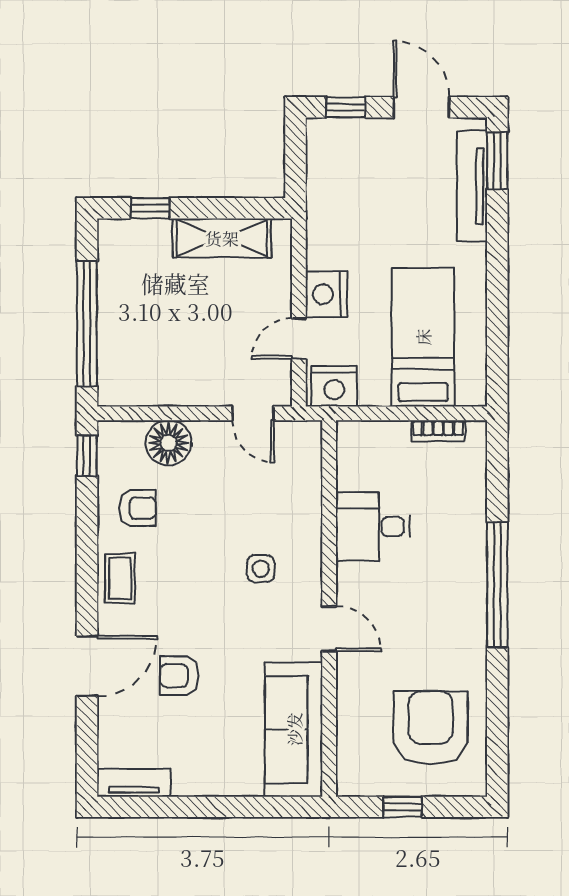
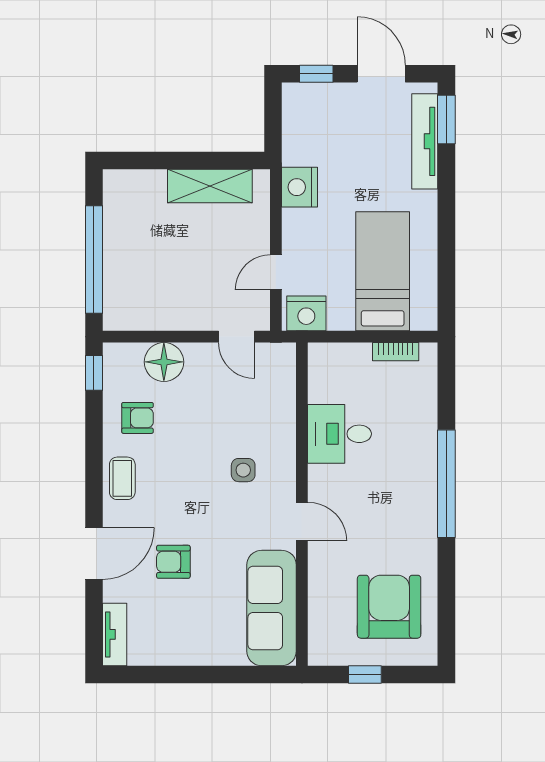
window: (150, 208) -> (148, 160), removed
nightstand: (326, 294) -> (300, 187), moved
tv unit: (134, 783) -> (115, 634), moved, turned 90

